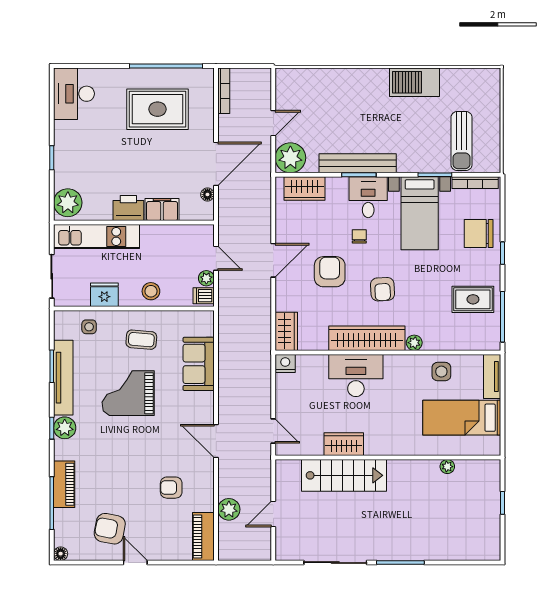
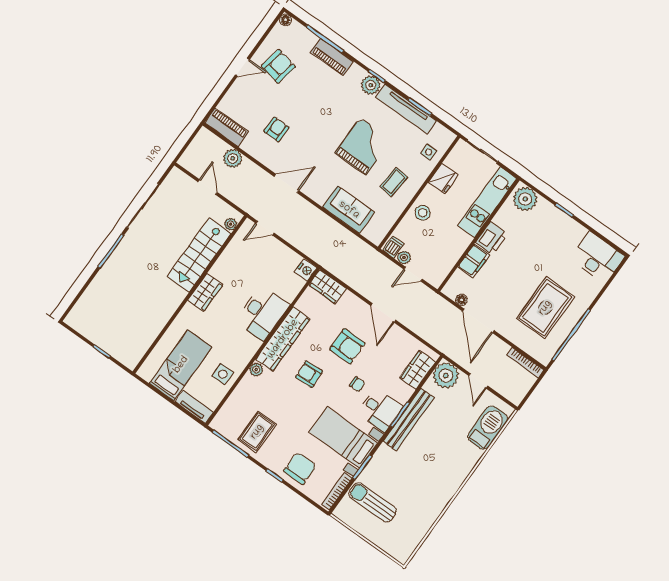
barbecue: (414, 82) -> (488, 428), moved
wardrobe: (344, 444) -> (205, 292), moved
plant: (447, 467) -> (231, 224), moved

